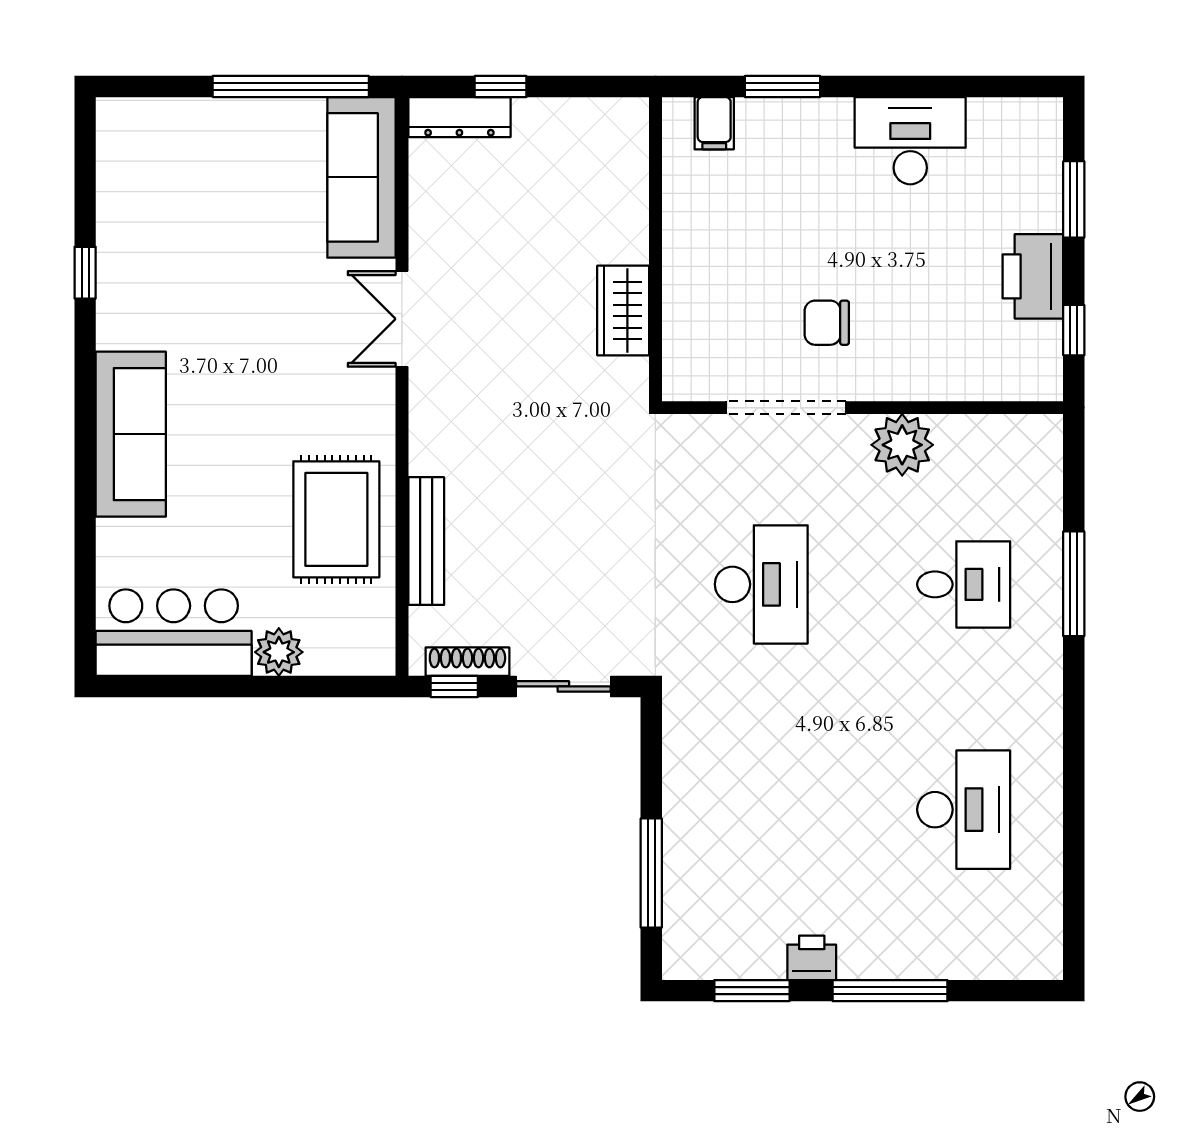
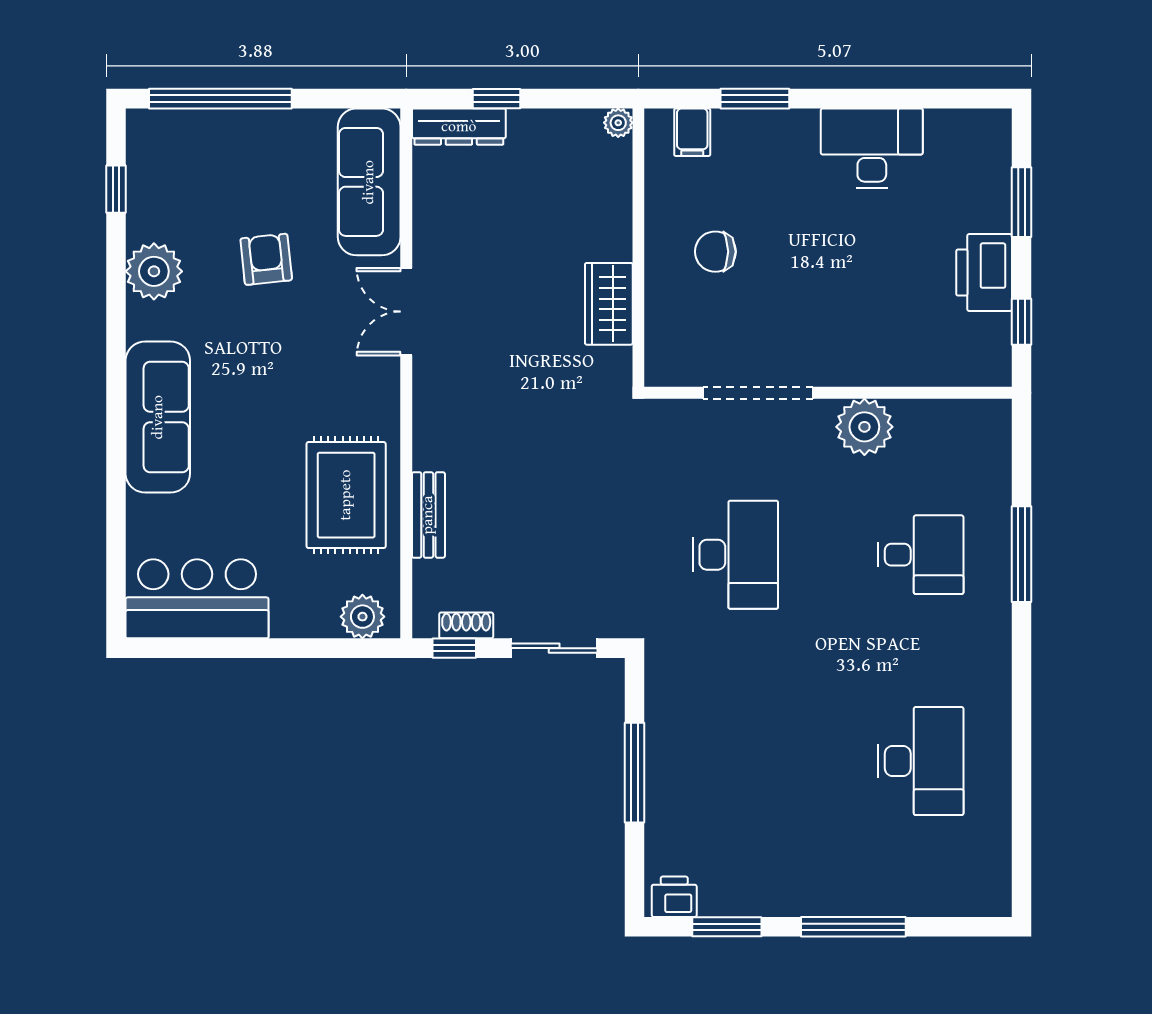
window: (291, 87) -> (220, 99), moved
plant: (633, 113) -> (618, 123), added
armchair: (249, 262) -> (266, 259), added
window: (85, 273) -> (116, 189), moved
plant: (126, 275) -> (154, 271), added
chair: (827, 323) -> (715, 252), moved
bench: (426, 541) -> (428, 515), width x0.73
plant: (279, 652) -> (362, 617), moved
shoe rack: (467, 662) -> (466, 625), width x0.70
window: (651, 873) -> (635, 773), moved
printer: (812, 958) -> (674, 897), moved

